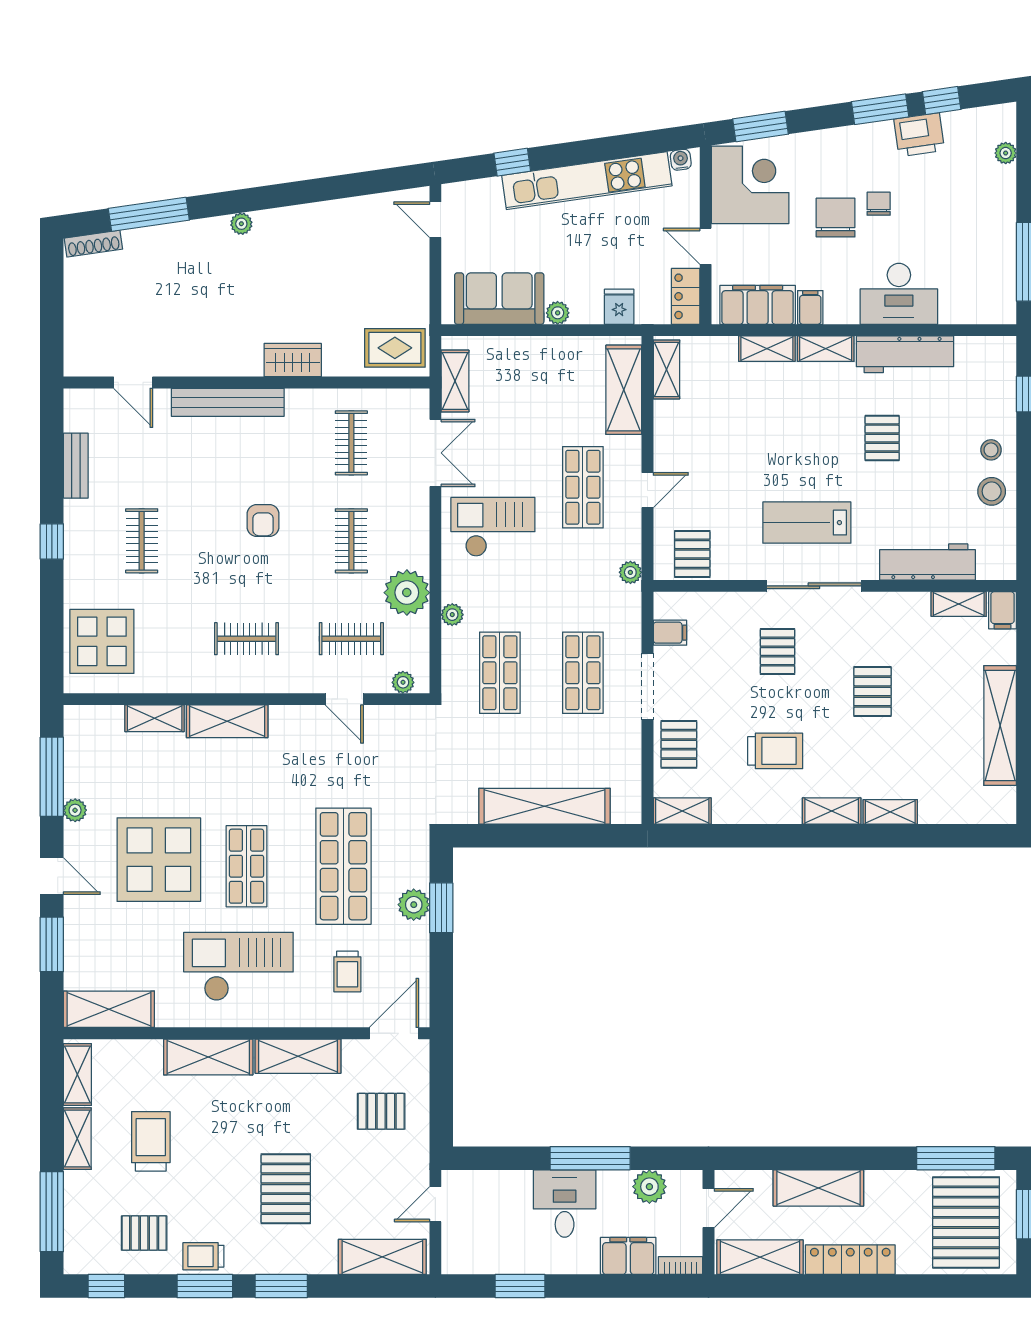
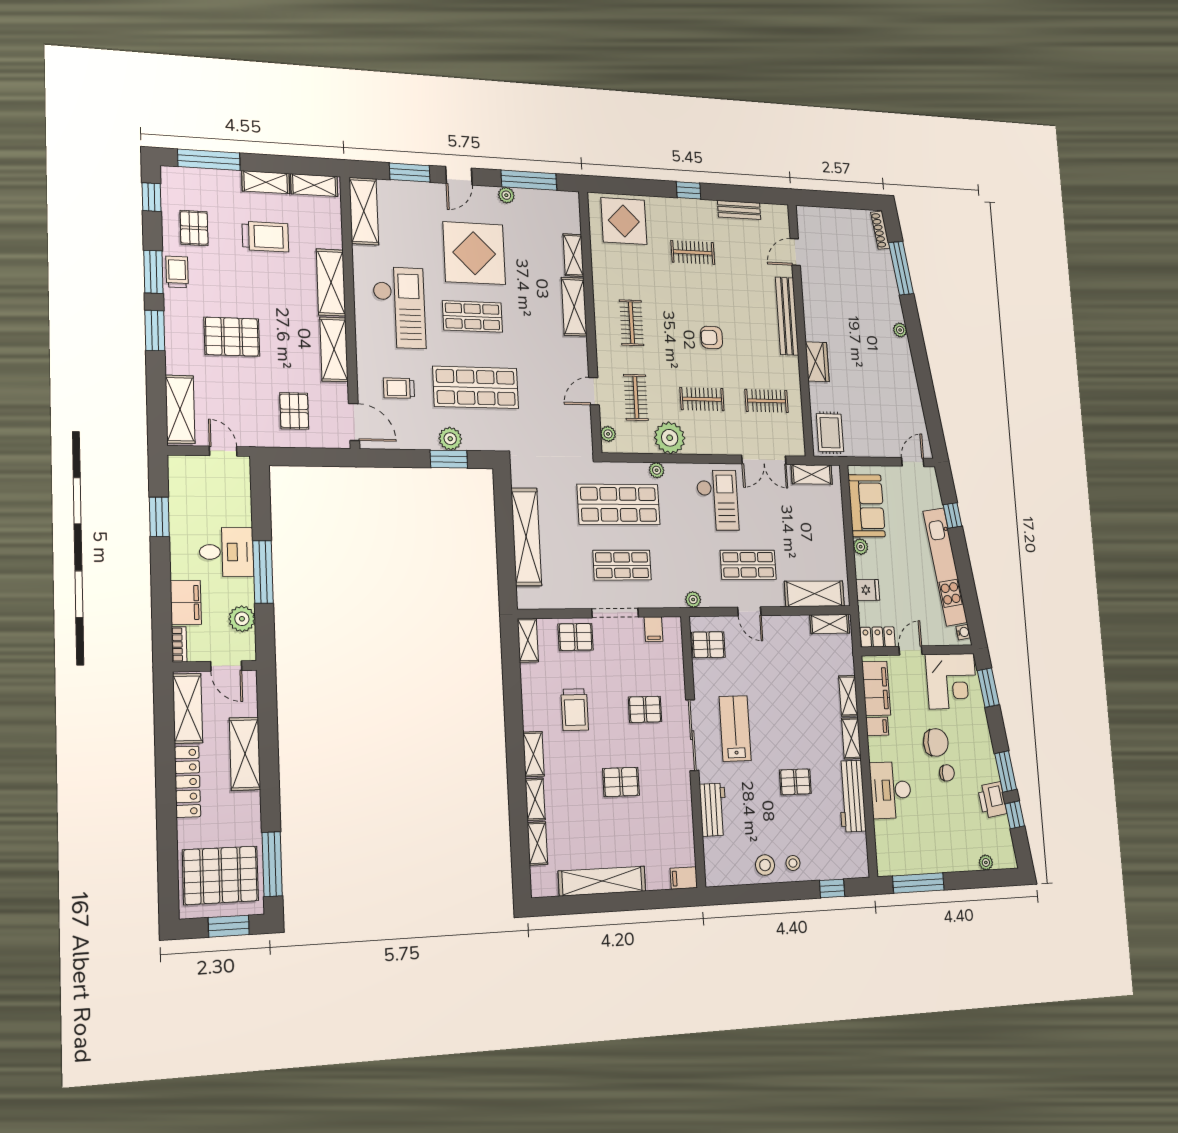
workbench: (928, 562) -> (713, 810), width x0.73
shelving: (959, 604) -> (537, 843), moved
shop shelf: (500, 673) -> (619, 504), width x1.43, depth x1.36

